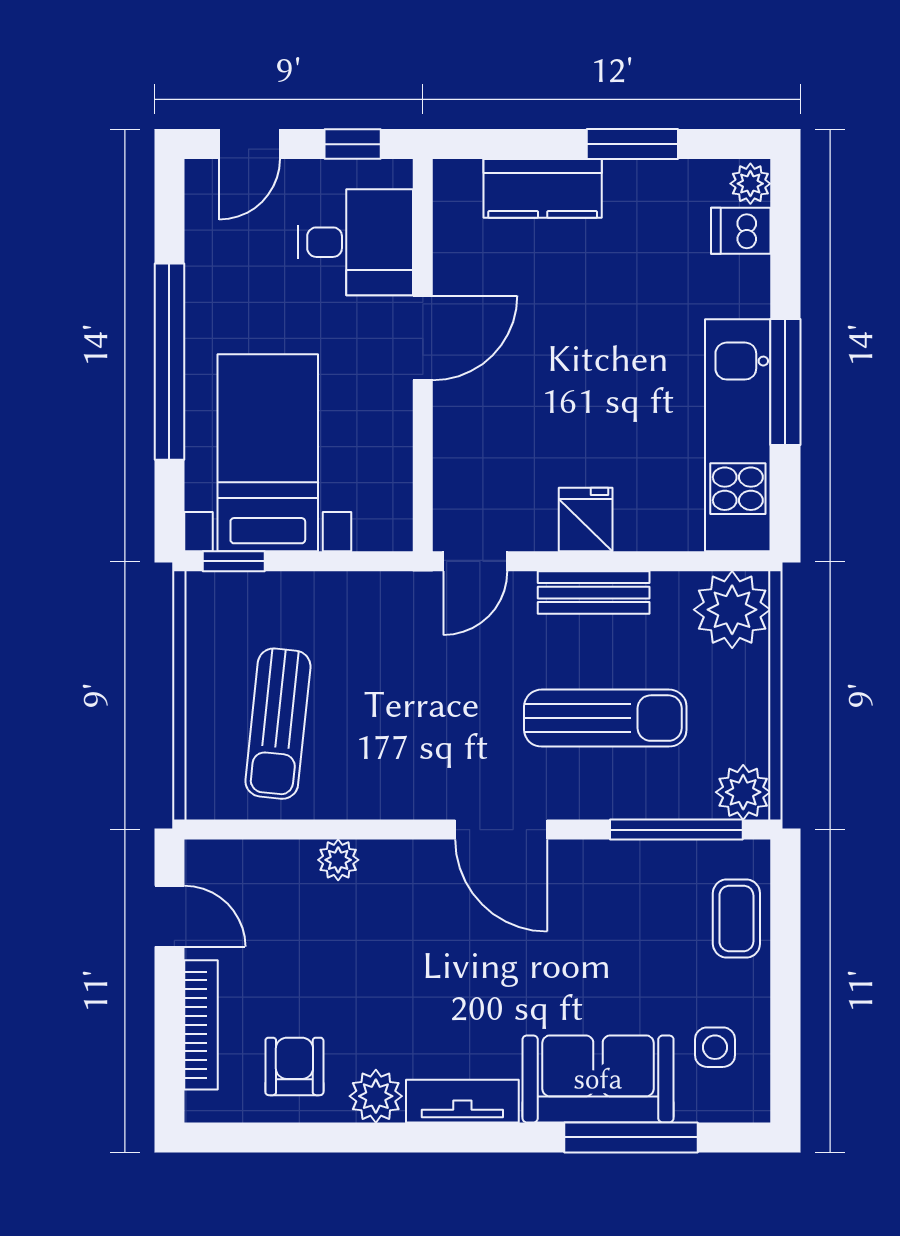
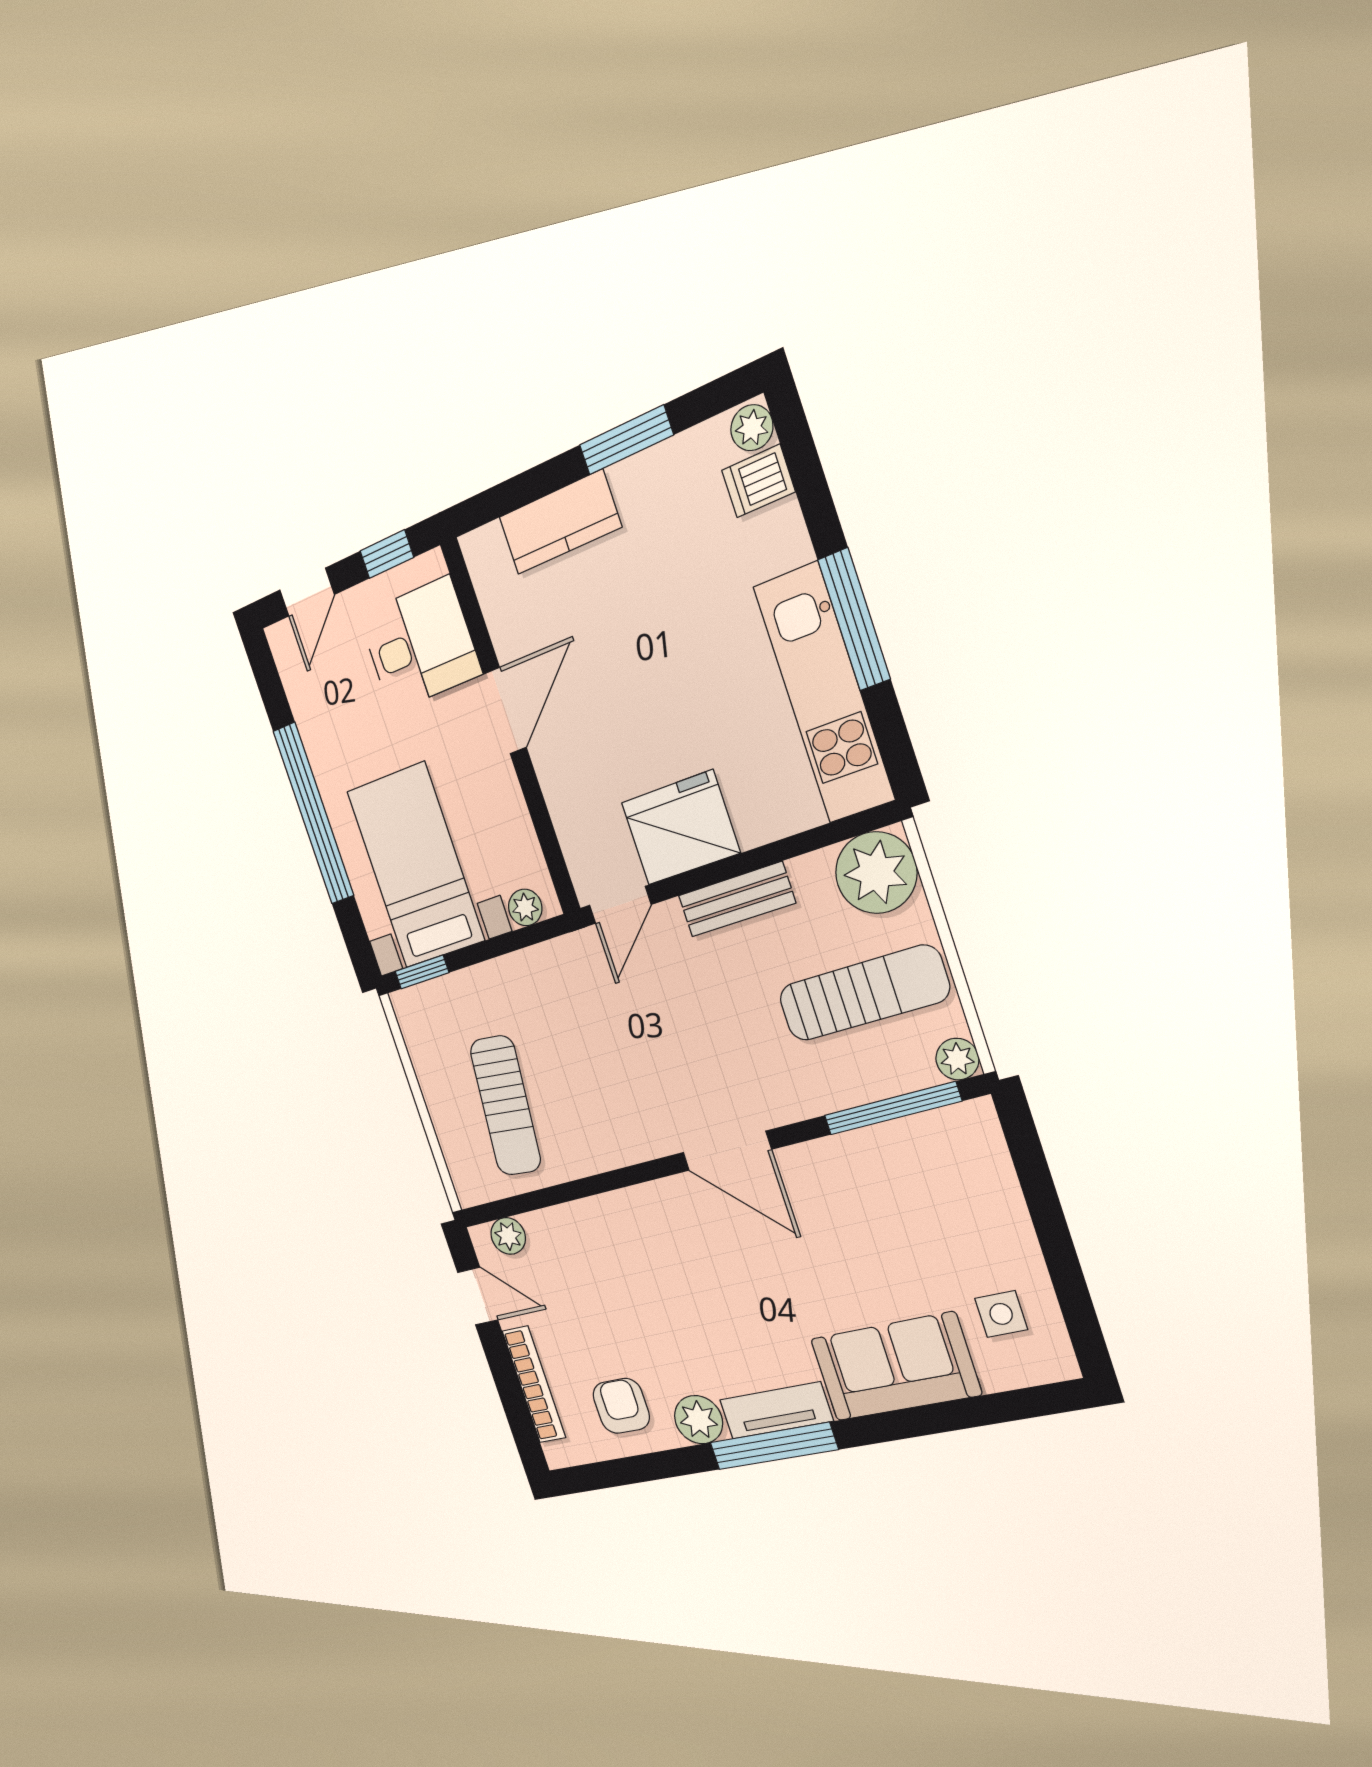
fridge: (586, 519) -> (681, 828), width x1.88, depth x1.34
plant: (374, 532) -> (525, 907), added
sun lounger: (605, 718) -> (863, 993), moved
plant: (743, 792) -> (957, 1059), width x0.73, depth x0.73
plant: (338, 860) -> (508, 1236), moved
coffee table: (736, 918) -> (982, 1182), removed
window: (631, 1137) -> (774, 1446), moved

